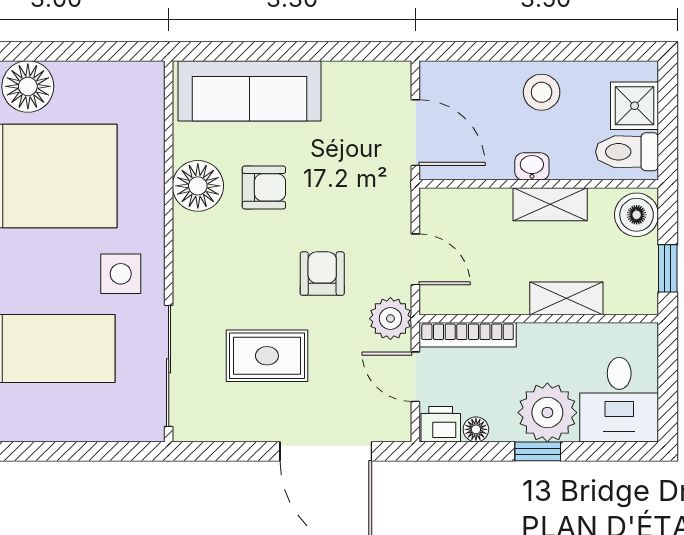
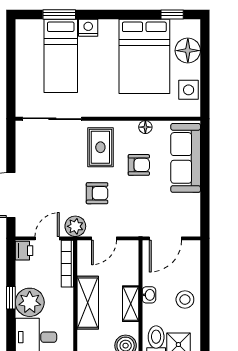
floor lamp: (198, 186) -> (145, 127), width x0.53, depth x0.53
armchair: (264, 187) -> (139, 165), turned -90
side table: (121, 274) -> (189, 90), moved
shelving: (566, 298) -> (88, 303), width x1.50, depth x1.33
rug: (267, 356) -> (100, 147), moved
floor lamp: (476, 429) -> (22, 268), removed

